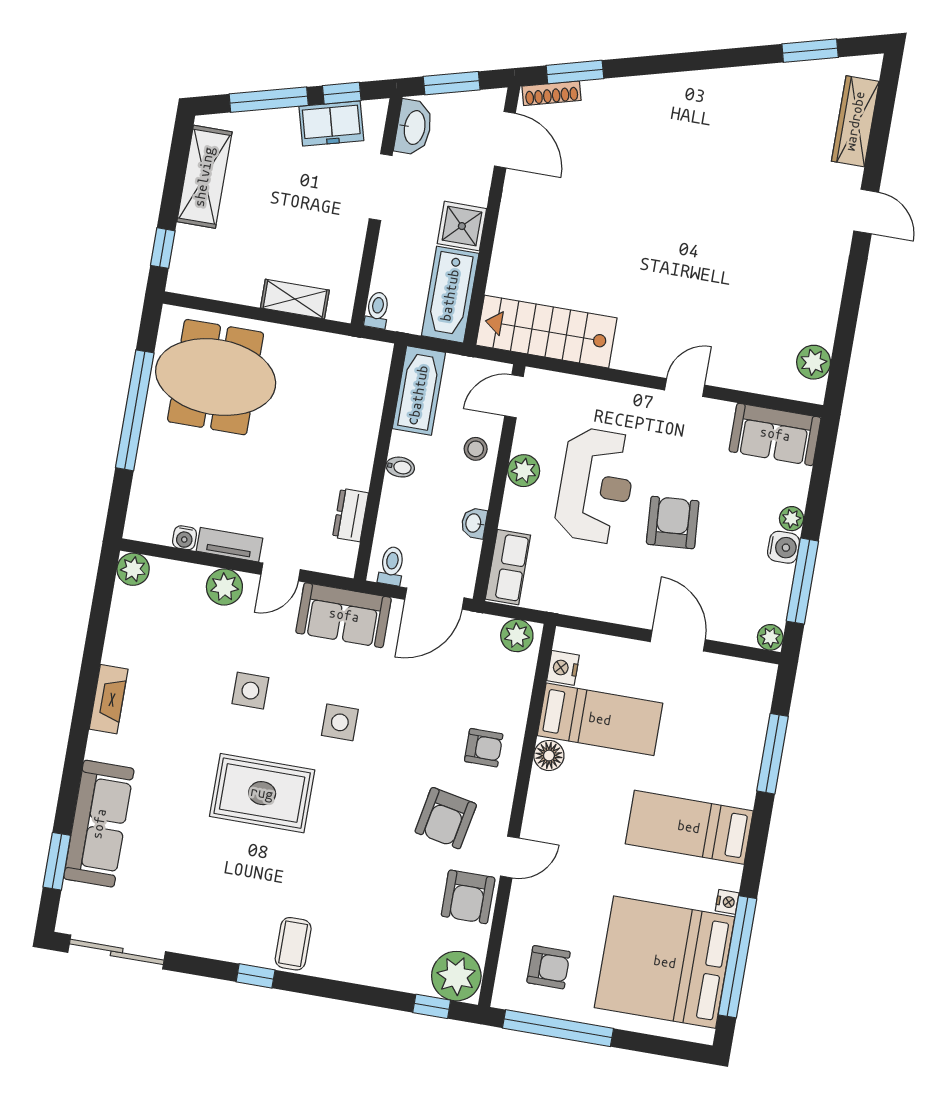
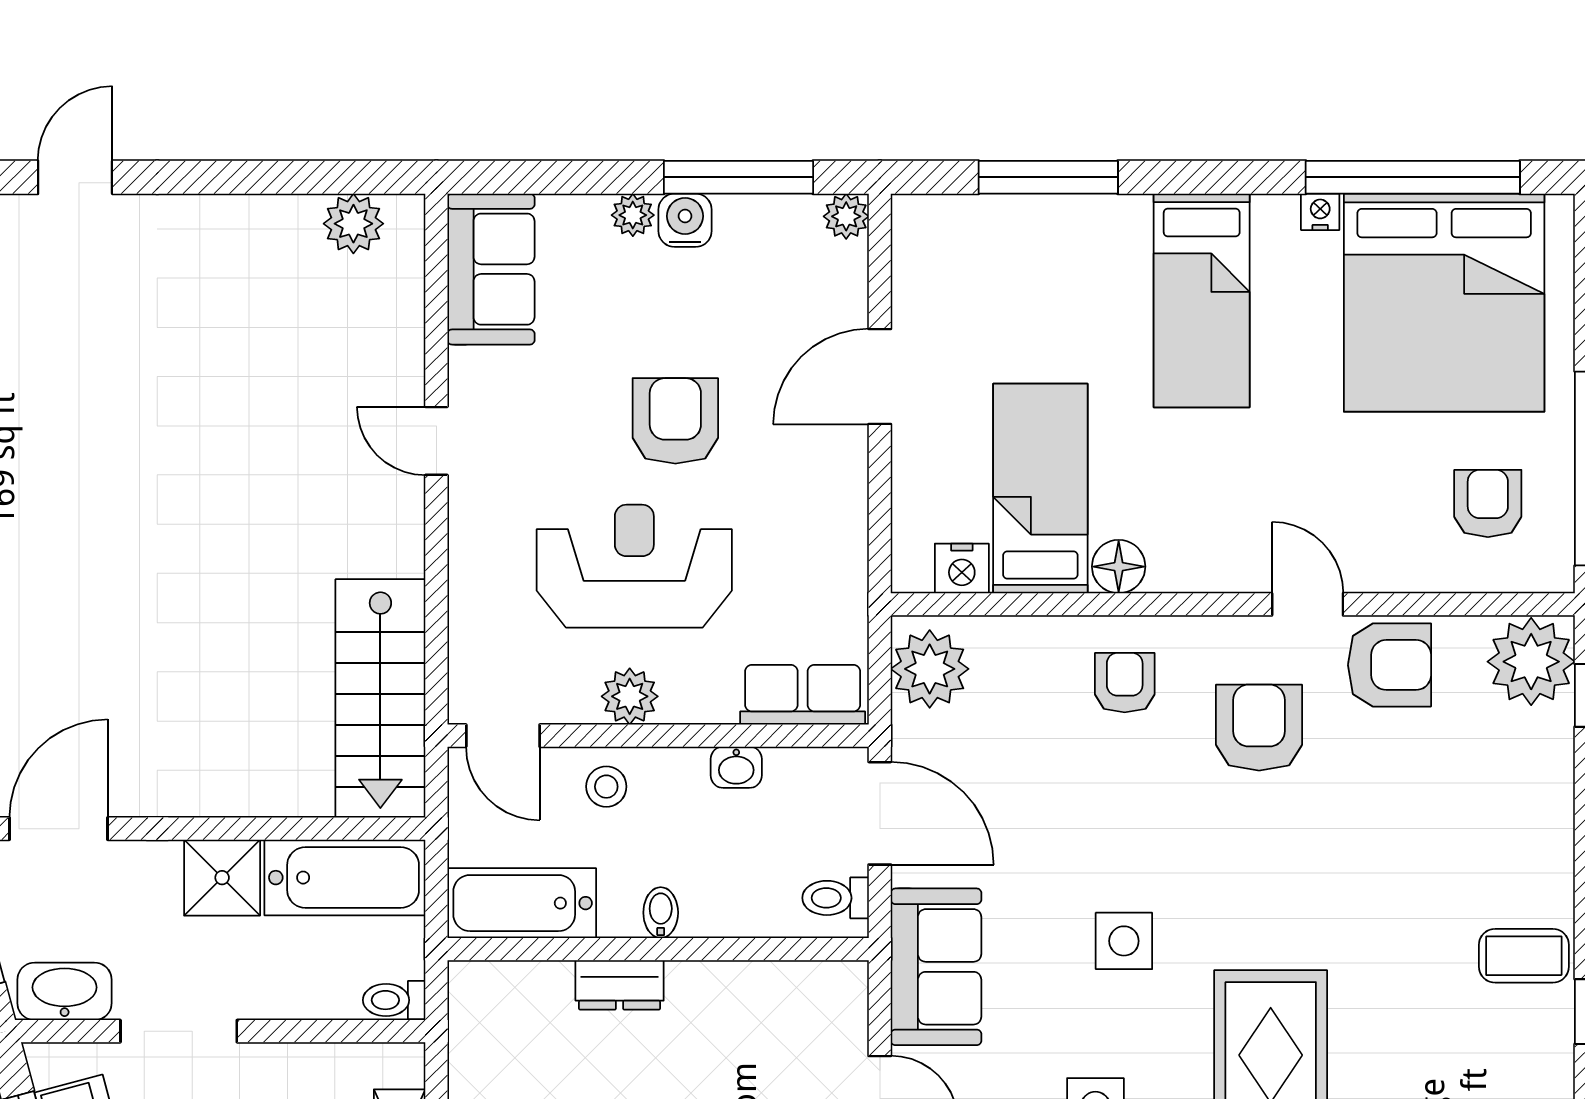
dresser: (350, 515) -> (620, 985), moved
armchair: (673, 522) -> (675, 421), turned 94
plant: (517, 636) -> (930, 669), width x1.36, depth x1.36
armchair: (446, 818) -> (1259, 728), turned -101

